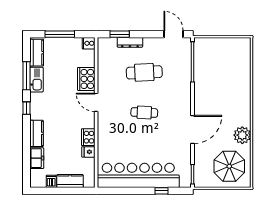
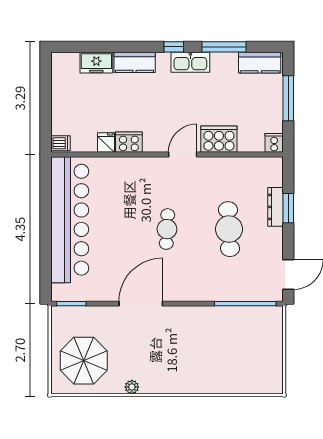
window: (120, 34) -> (288, 208), moved
kitchen sink: (36, 80) -> (190, 62), moved
door: (192, 129) -> (141, 304), swing flipped
plant: (242, 135) -> (132, 387), width x0.53, depth x0.53
dishwasher: (51, 181) -> (60, 143), moved
kitchen counter: (70, 181) -> (61, 114), removed
window: (162, 191) -> (46, 256), removed

